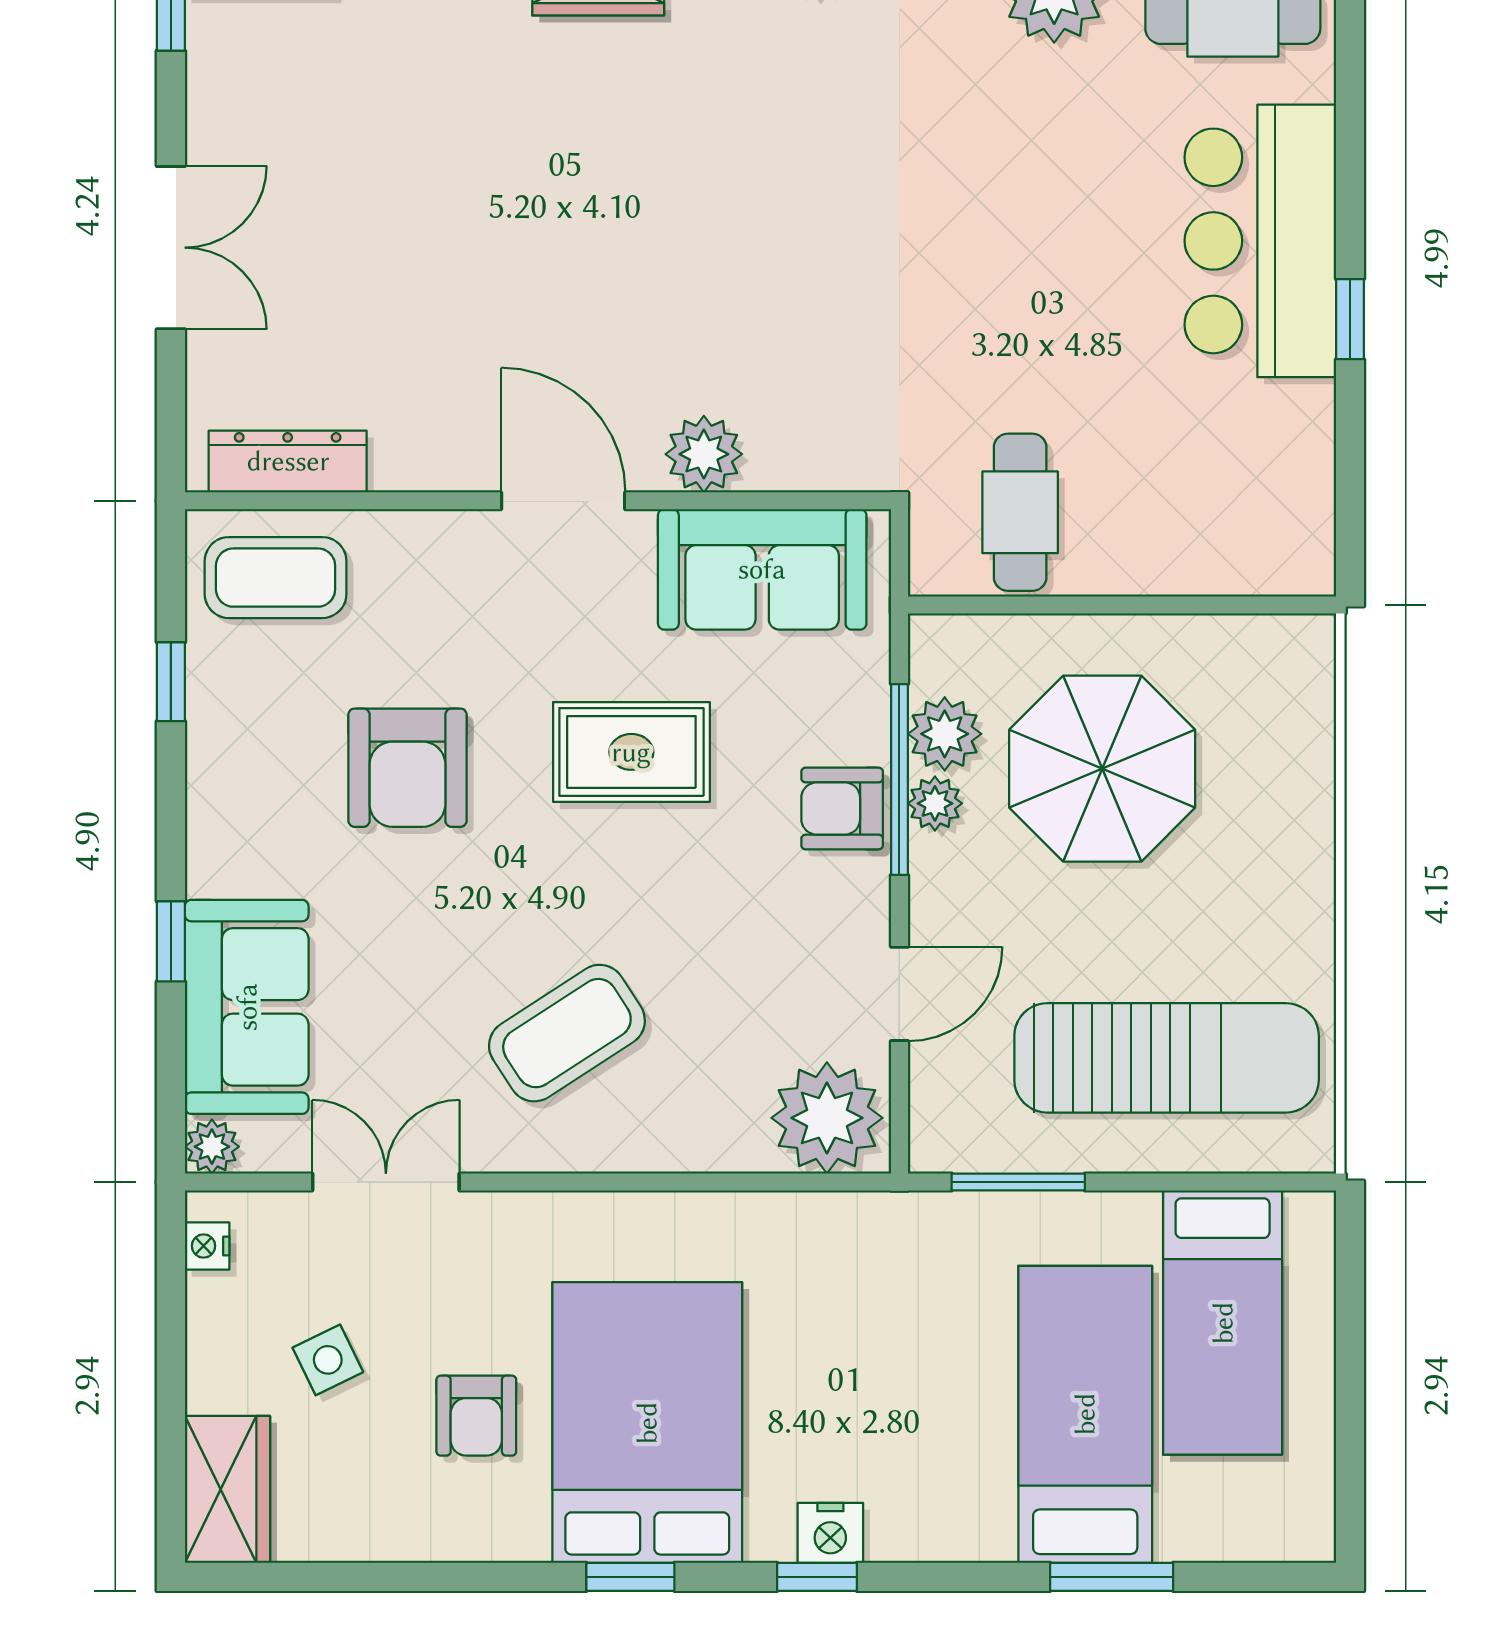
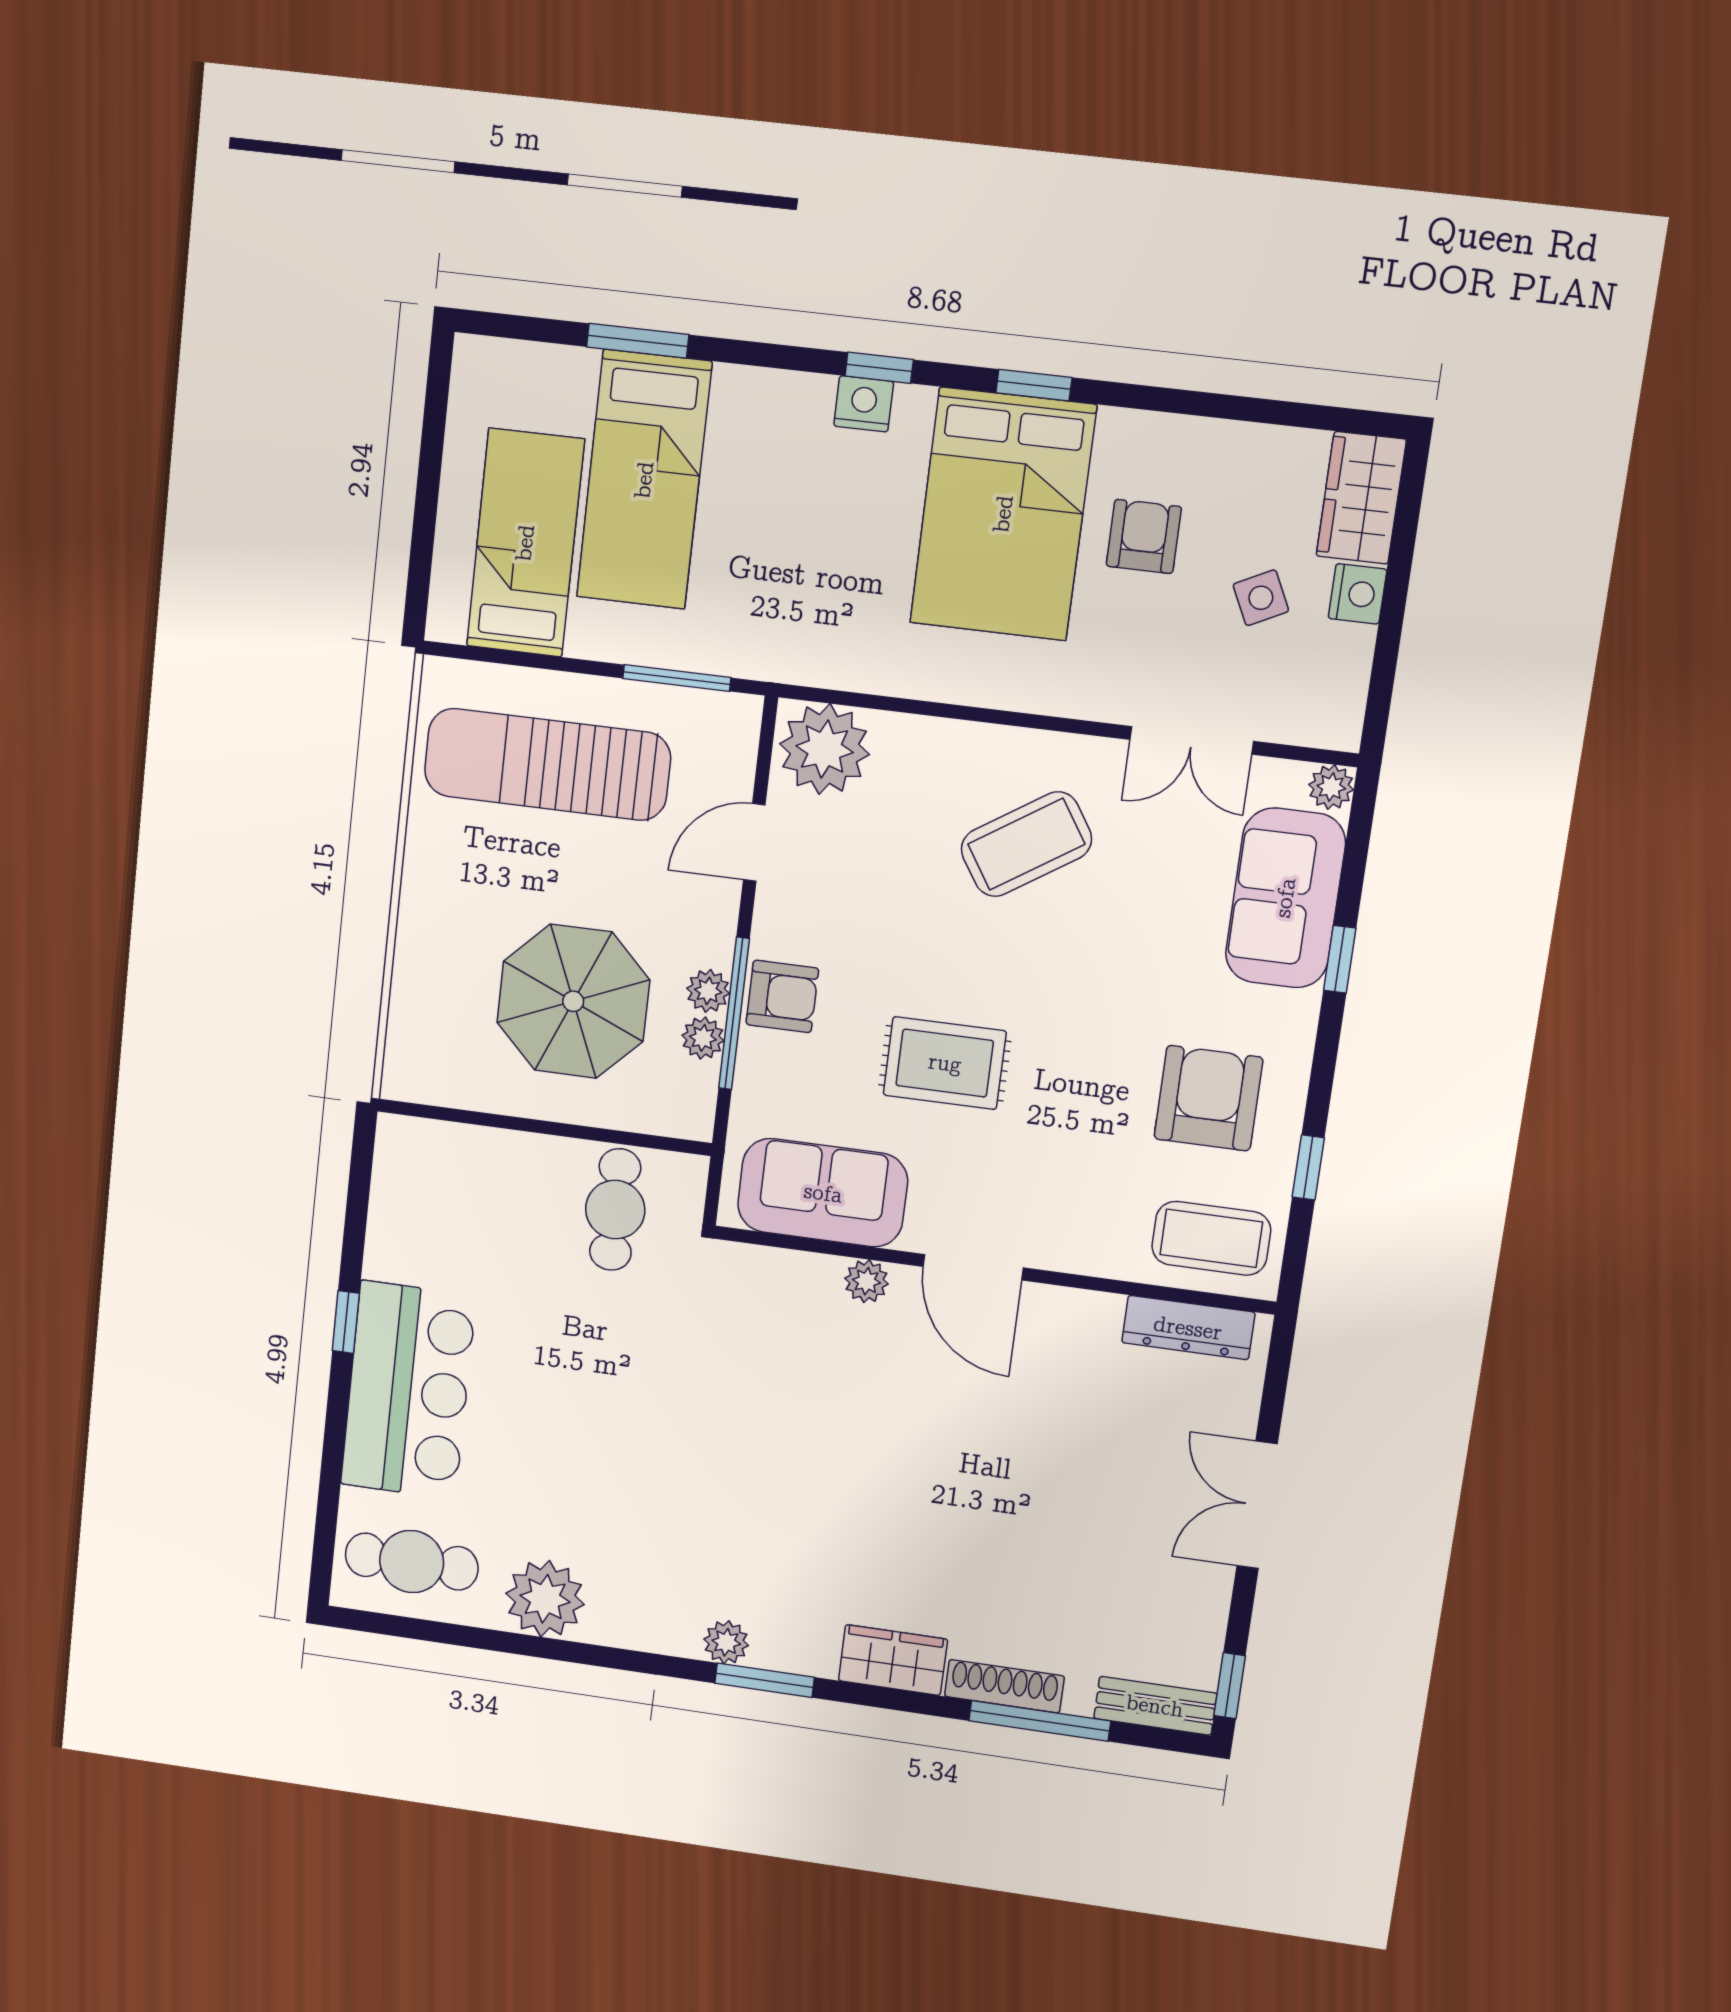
plant: (704, 454) -> (867, 1281), width x0.73, depth x0.73
plant: (945, 734) -> (703, 1038), width x0.73, depth x0.73
armchair: (407, 768) -> (1208, 1098), moved
nightstand: (207, 1246) -> (1358, 594), moved, width x1.39, depth x1.35

